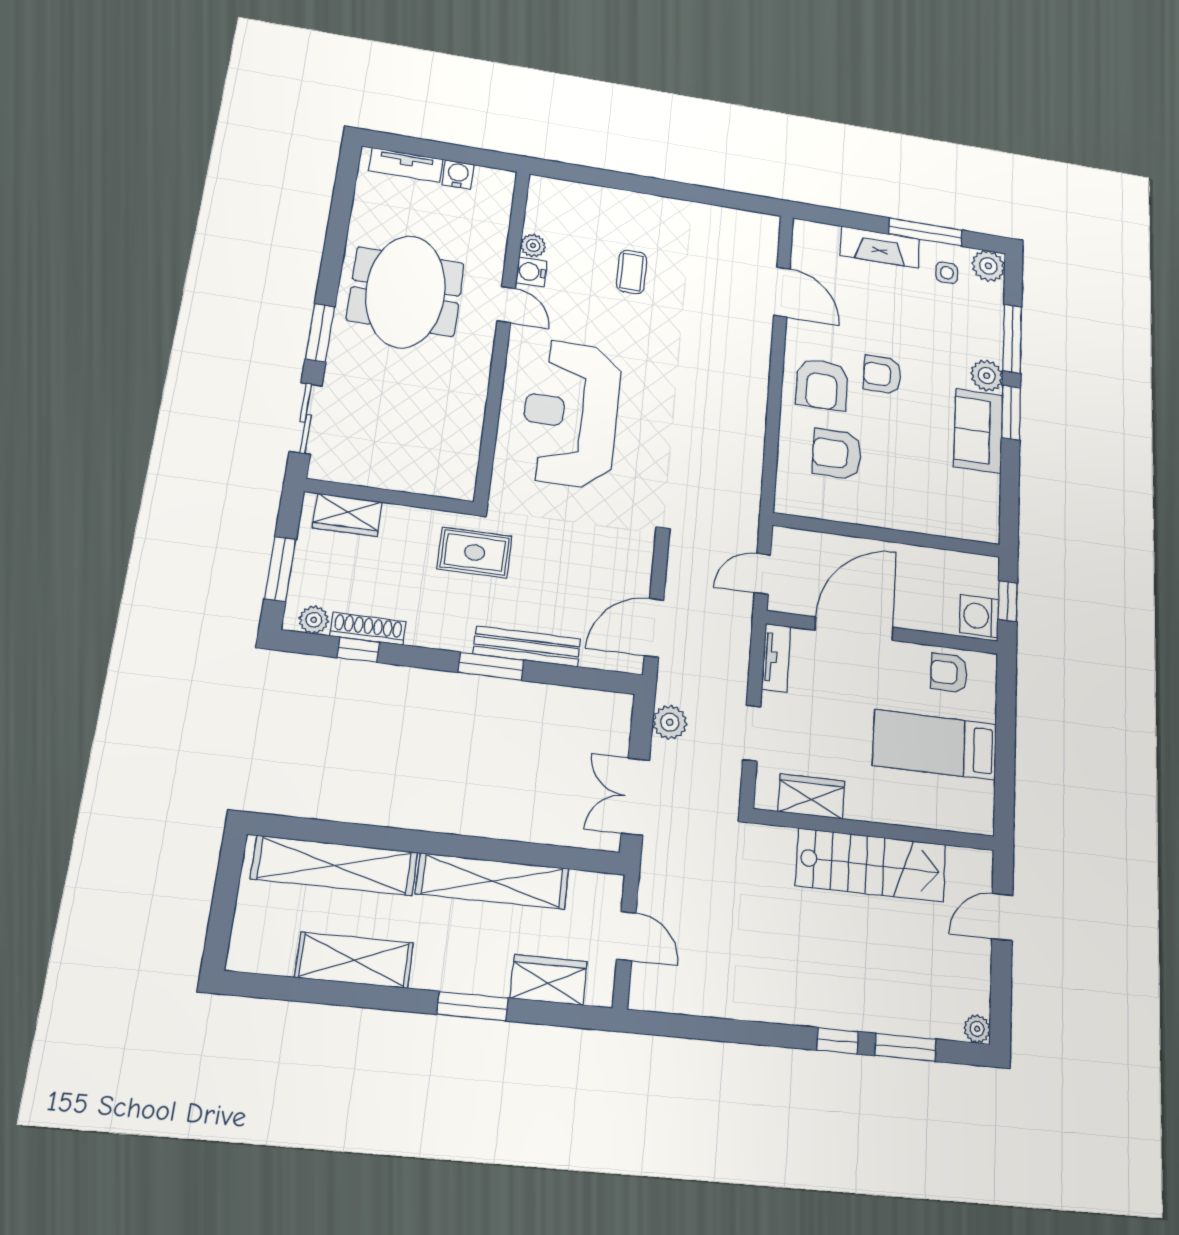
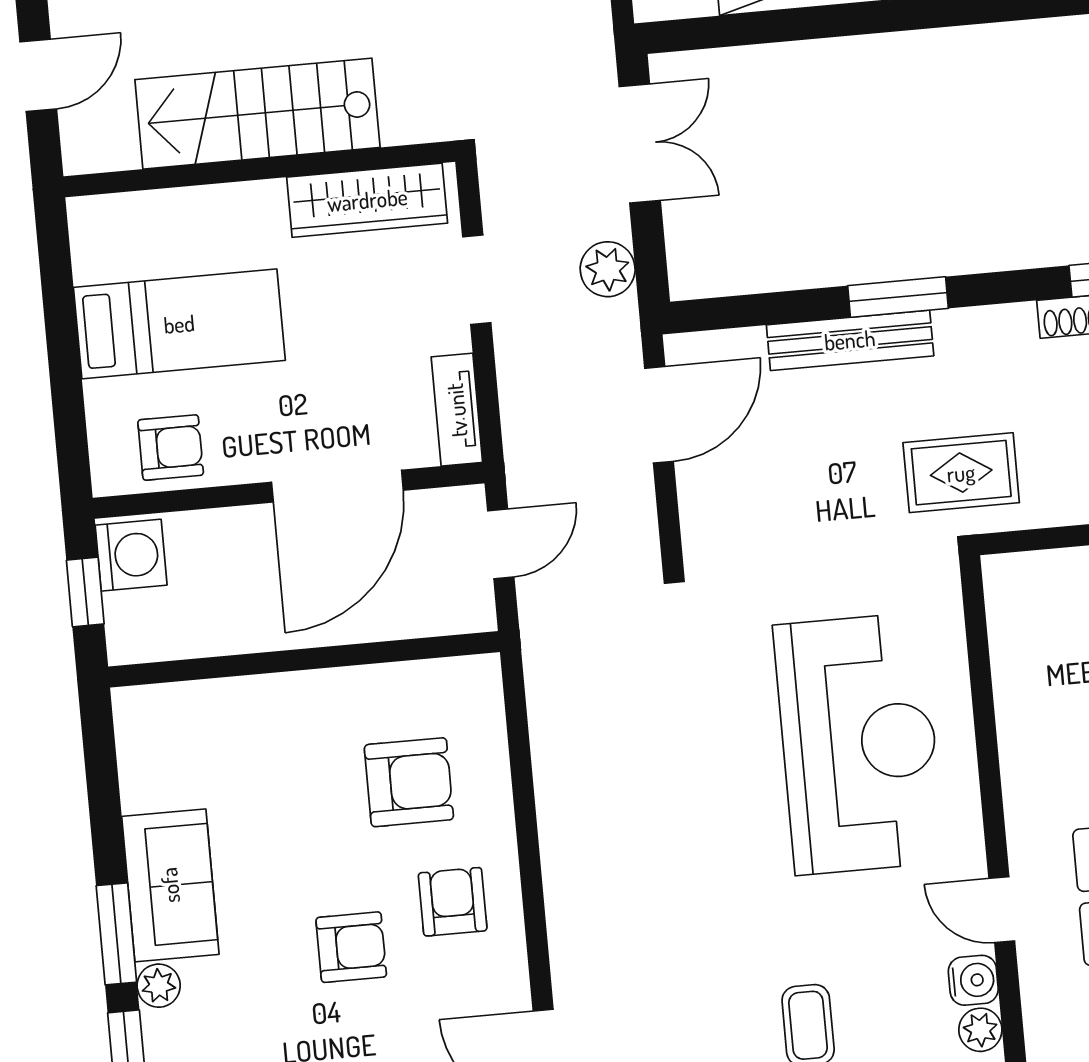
plant: (987, 376) -> (159, 986), width x0.73, depth x0.73
armchair: (822, 385) -> (453, 902), width x0.72, depth x0.72
wardrobe: (811, 796) -> (367, 200), width x1.50

